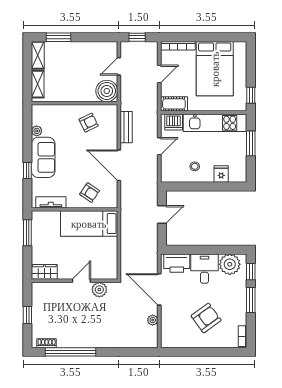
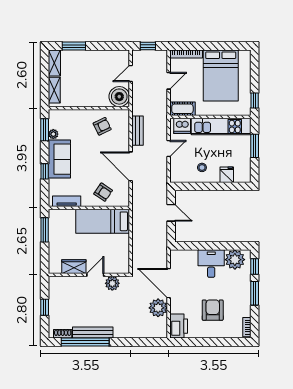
window: (27, 126) -> (45, 130), added
door: (162, 215) -> (171, 213), hinge flipped
printer: (177, 263) -> (179, 326), moved, turned -90
wardrobe: (44, 272) -> (74, 267), moved
armchair: (206, 318) -> (213, 310), turned -54
plant: (153, 320) -> (158, 308), width x1.88, depth x1.88
bench: (79, 342) -> (93, 333), added

